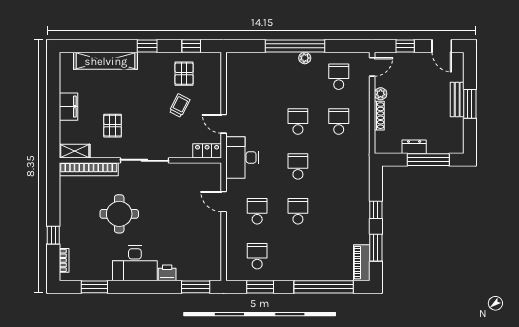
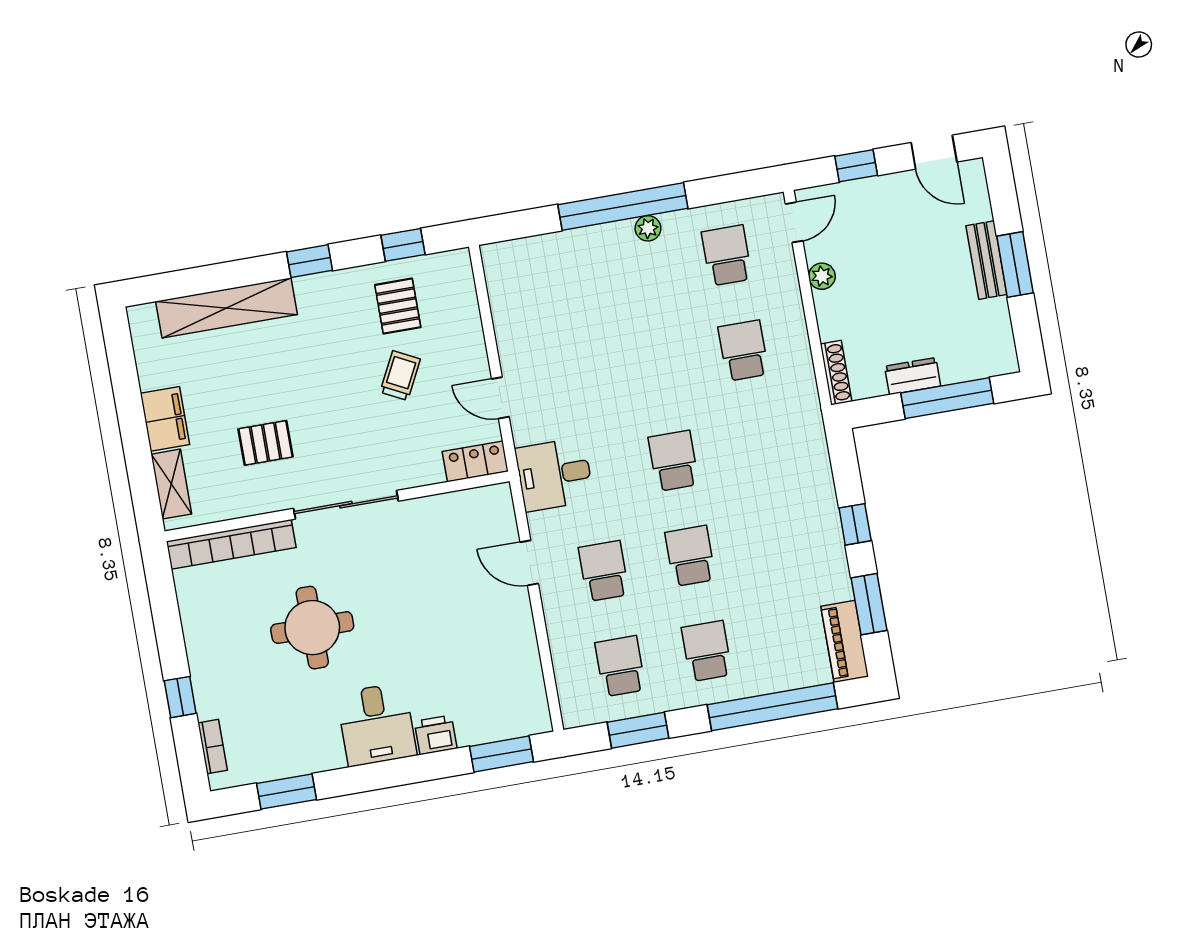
shoe rack: (379, 116) -> (836, 373), moved
school desk: (298, 122) -> (707, 651), moved
pallet: (113, 126) -> (265, 443), turned 90
shelving: (75, 151) -> (171, 484), moved, turned 90
desk: (242, 157) -> (554, 474), width x0.73
desk: (135, 263) -> (377, 724), width x0.73

